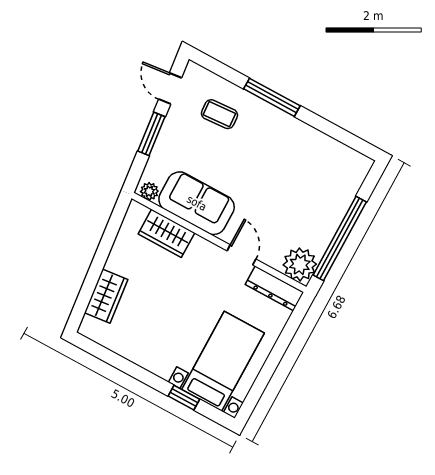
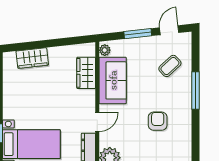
coffee table: (219, 114) -> (170, 66), turned 51
armchair: (286, 172) -> (158, 121), added

